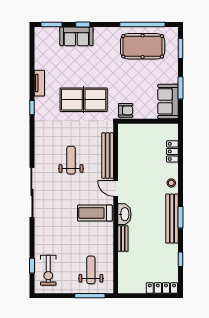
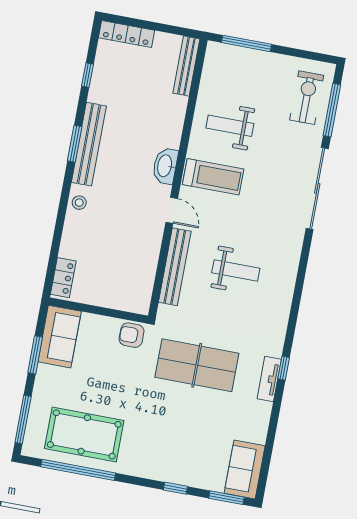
sofa: (76, 36) -> (245, 469), moved, turned -90
window: (180, 48) -> (23, 419), width x1.44
tv unit: (39, 83) -> (269, 379), moved
locker: (172, 151) -> (63, 278), moved
weight bench: (71, 160) -> (236, 271), turned -90
sliding door: (32, 192) -> (317, 188), moved
bench: (123, 239) -> (186, 66), moved, width x1.36
window: (32, 266) -> (332, 110), width x2.17
weight bench: (91, 270) -> (230, 126), moved, turned 90

